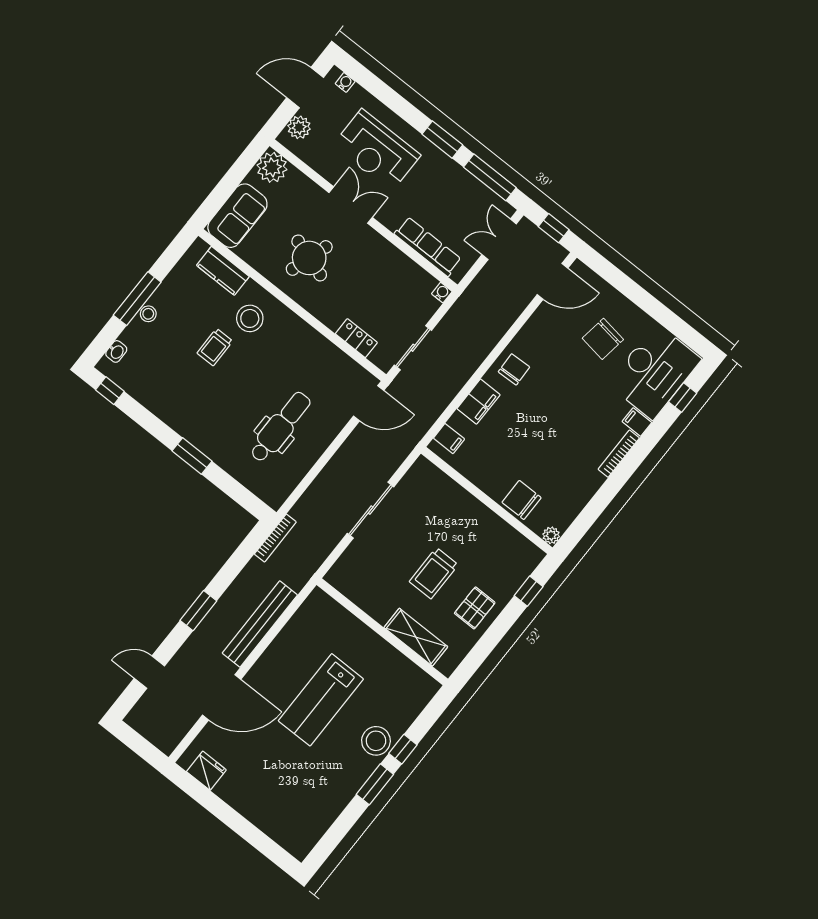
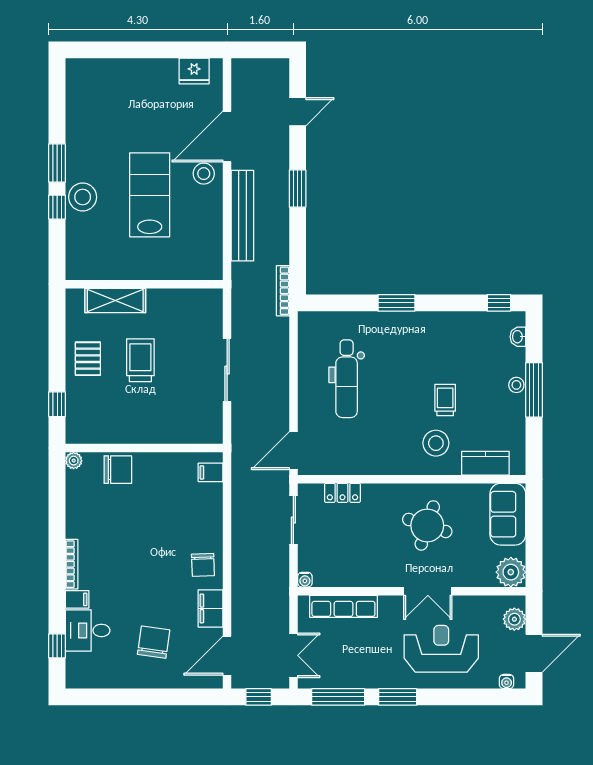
desk: (654, 372) -> (88, 630), width x0.53, depth x0.77
filing cabinet: (479, 402) -> (210, 608), moved
stool: (264, 682) -> (204, 174), added

